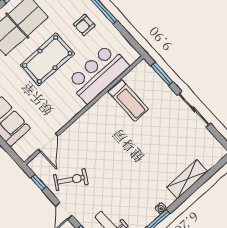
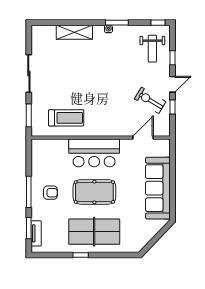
bar counter: (98, 74) -> (94, 153), moved
treadmill: (128, 100) -> (66, 118), turned 90
window: (38, 182) -> (173, 107), moved

